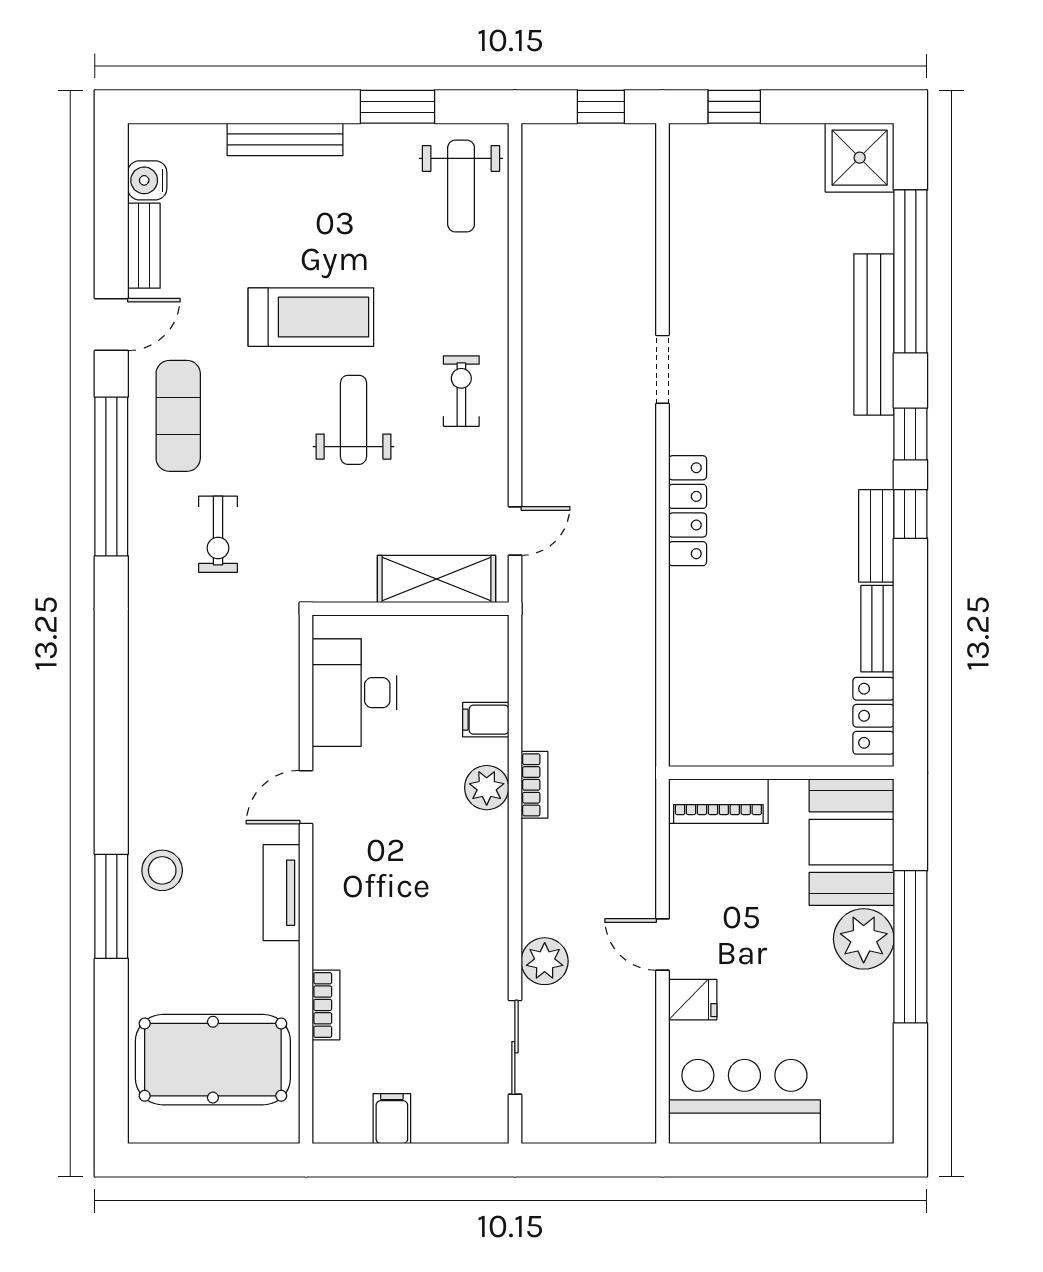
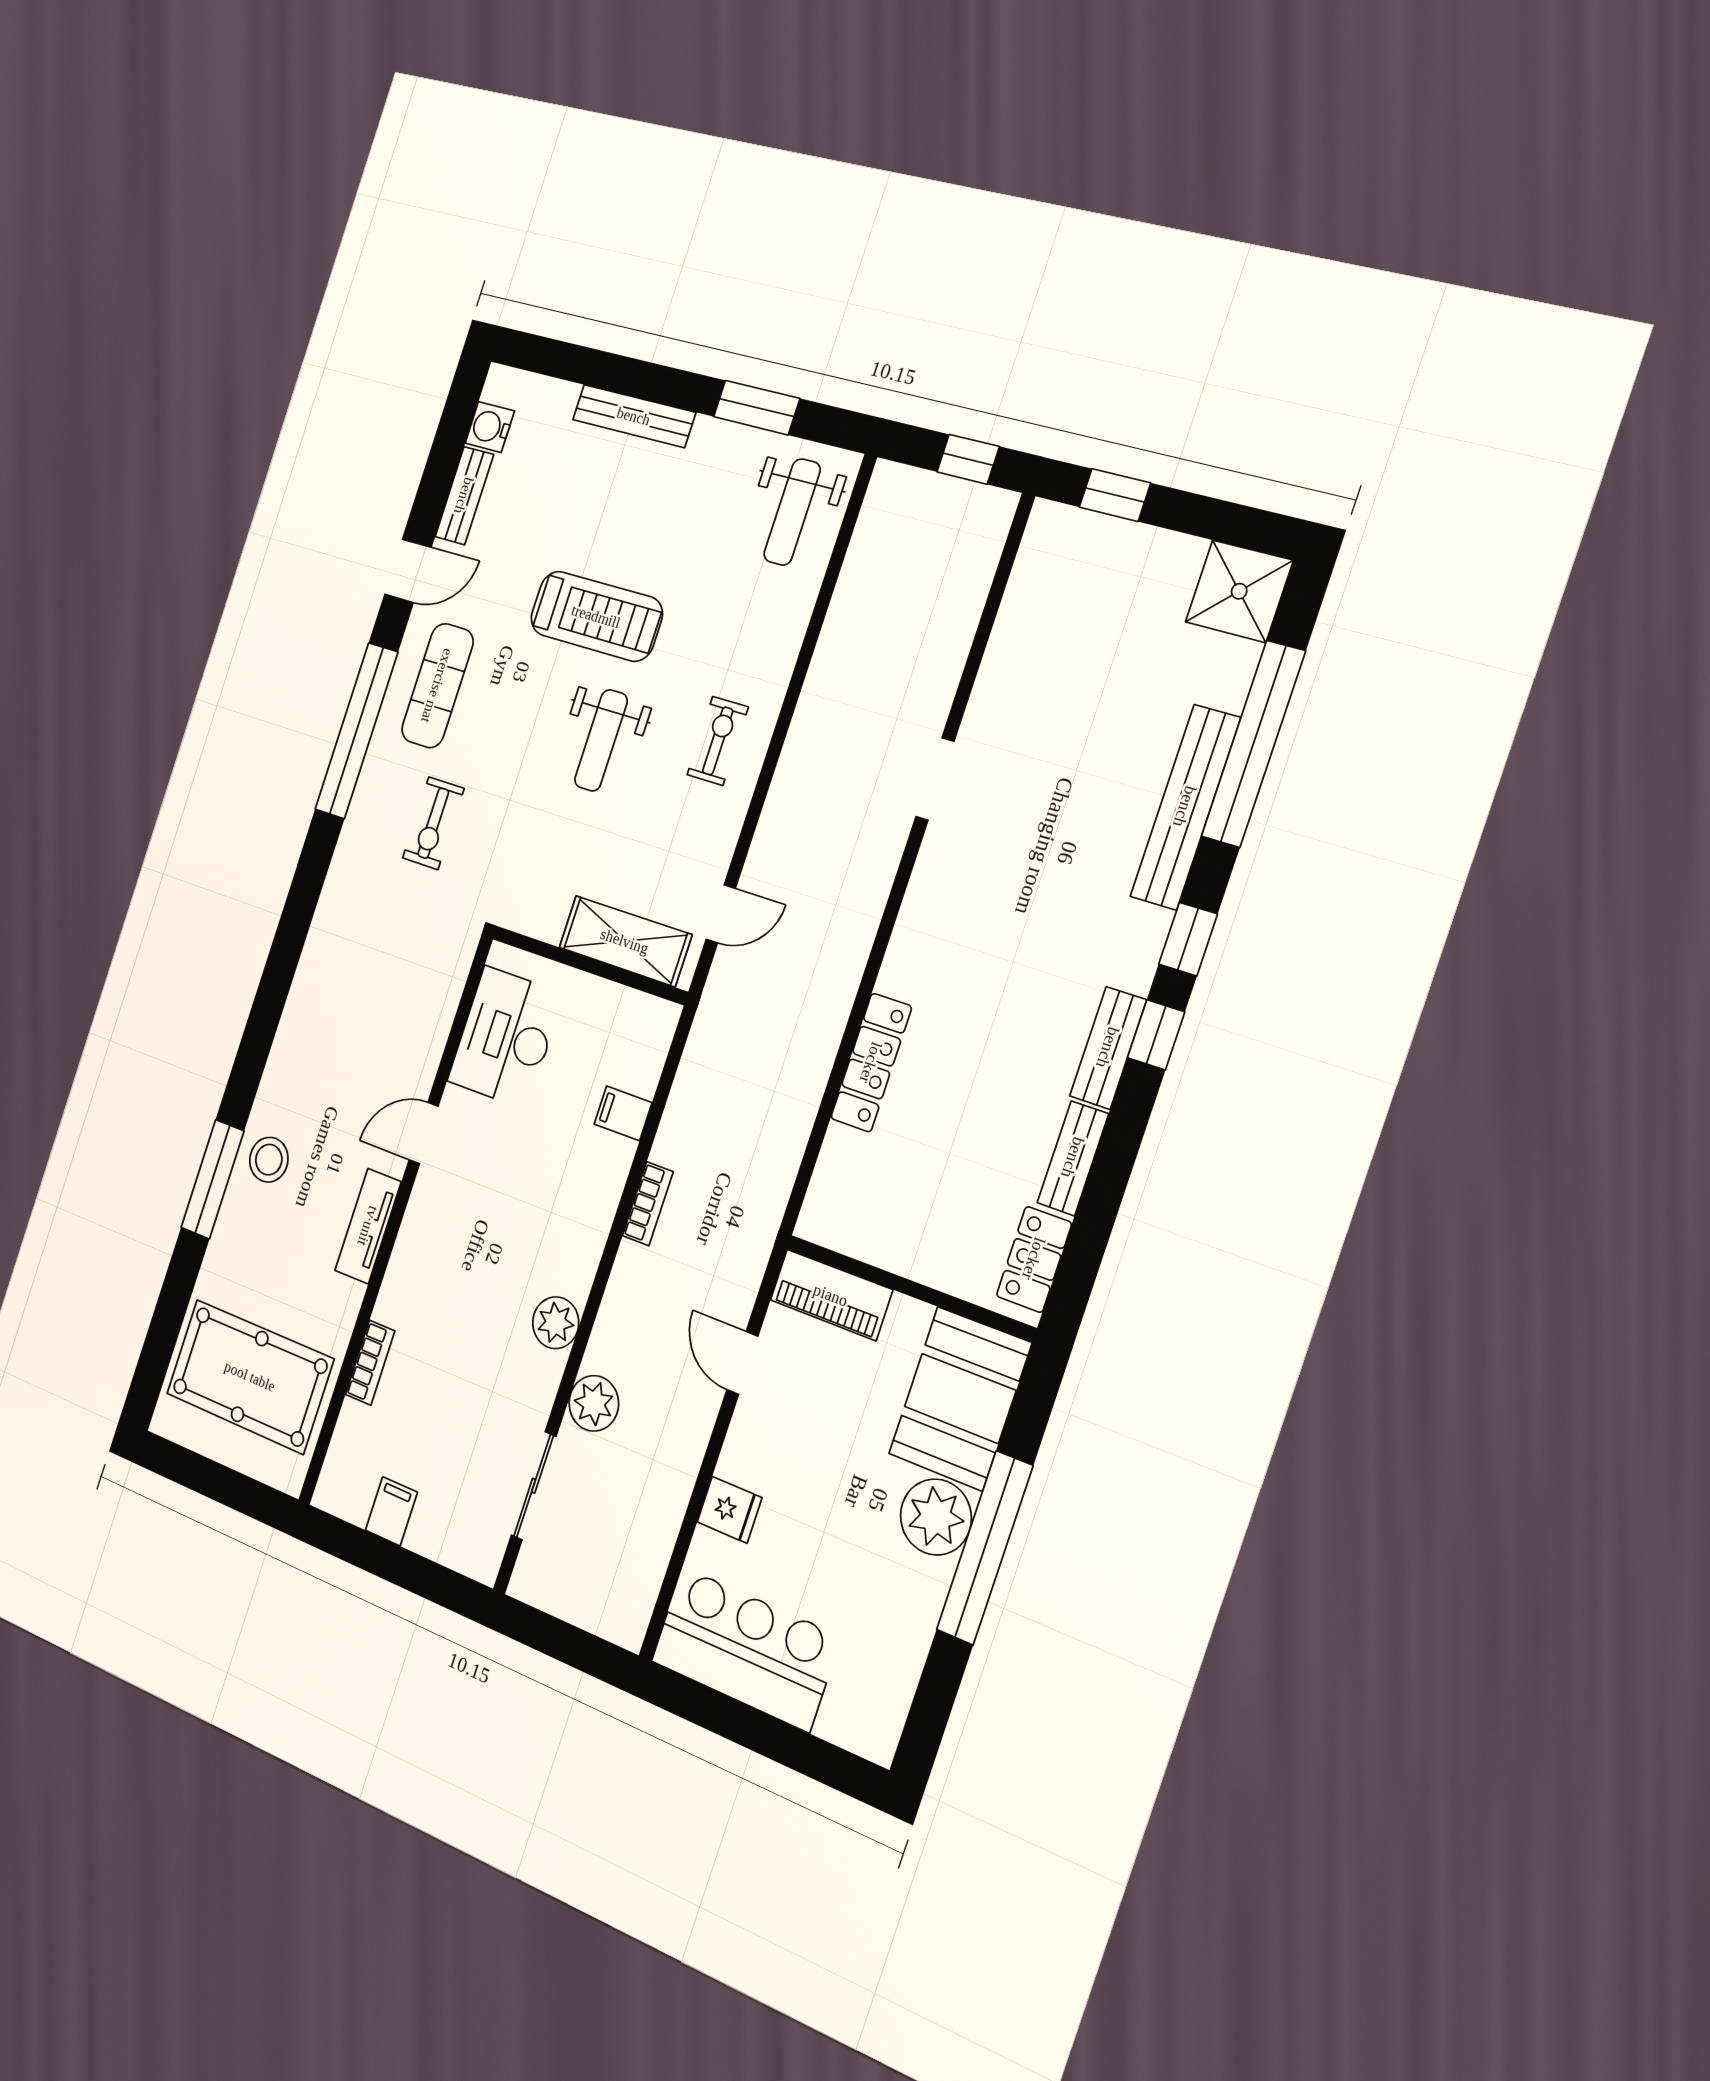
weight bench: (353, 420) -> (601, 740), turned 180
locker: (688, 511) -> (871, 1063), moved
plant: (487, 788) -> (556, 1323), moved
door: (662, 944) -> (742, 1363), moved

